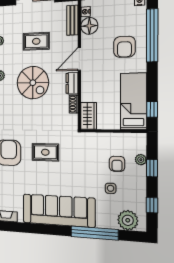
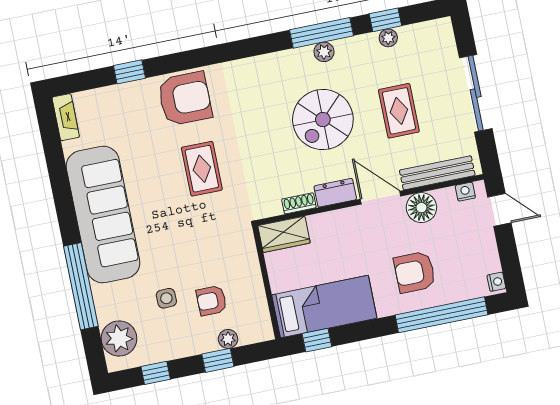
bench: (72, 20) -> (437, 173), width x1.36
floor lamp: (89, 26) -> (421, 208), moved

